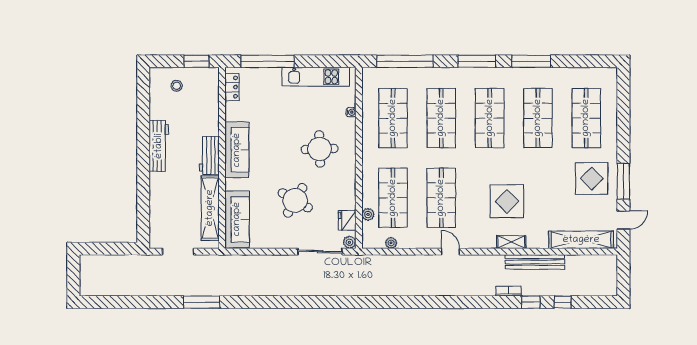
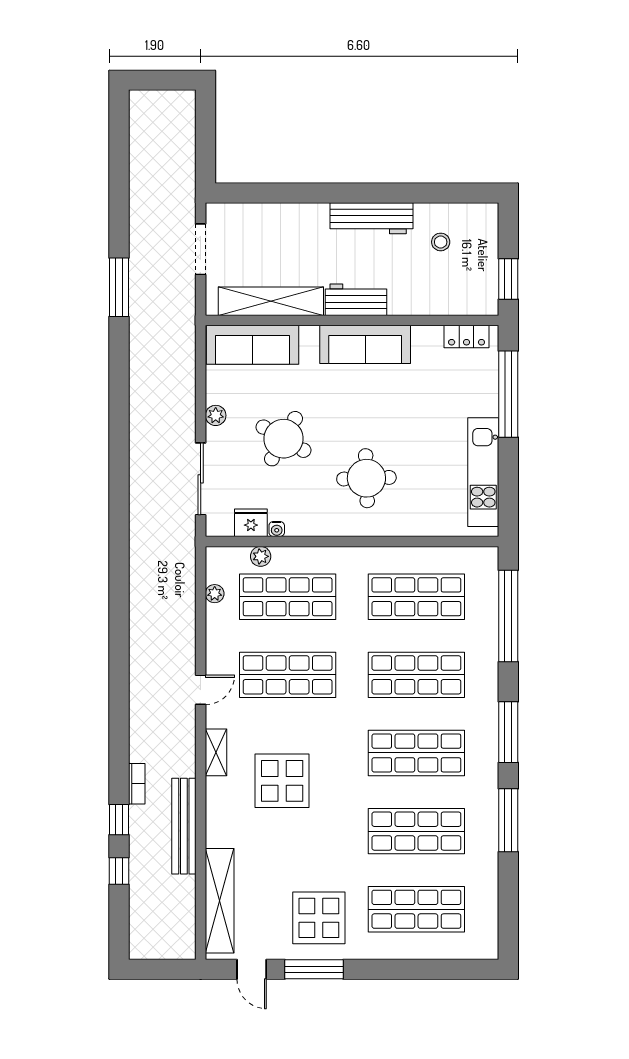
stool: (177, 86) -> (441, 242), moved
water cooler: (351, 112) -> (277, 529), moved
plant: (349, 242) -> (216, 415), moved
shelving: (511, 242) -> (216, 752), moved

